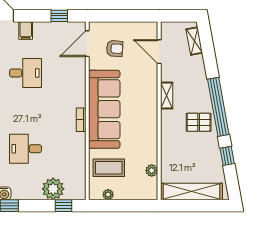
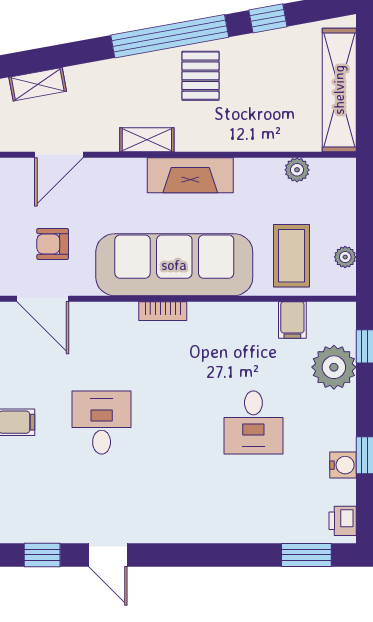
armchair: (115, 49) -> (53, 244), turned -94
fireplace: (149, 117) -> (190, 175), added
bookcase: (81, 120) -> (163, 311), moved
filing cabinet: (77, 168) -> (292, 320), added

